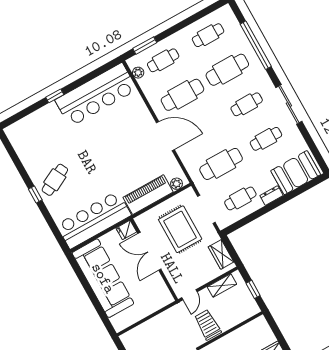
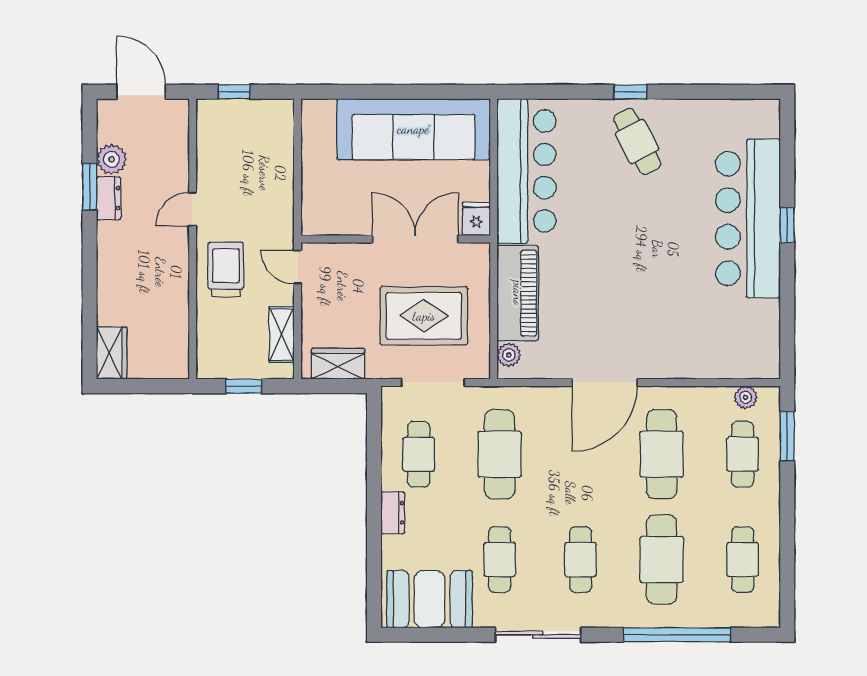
bar counter: (96, 95) -> (748, 218), moved
booth: (296, 173) -> (430, 599), moved, turned 90
trolley: (208, 325) -> (226, 270), turned -90

